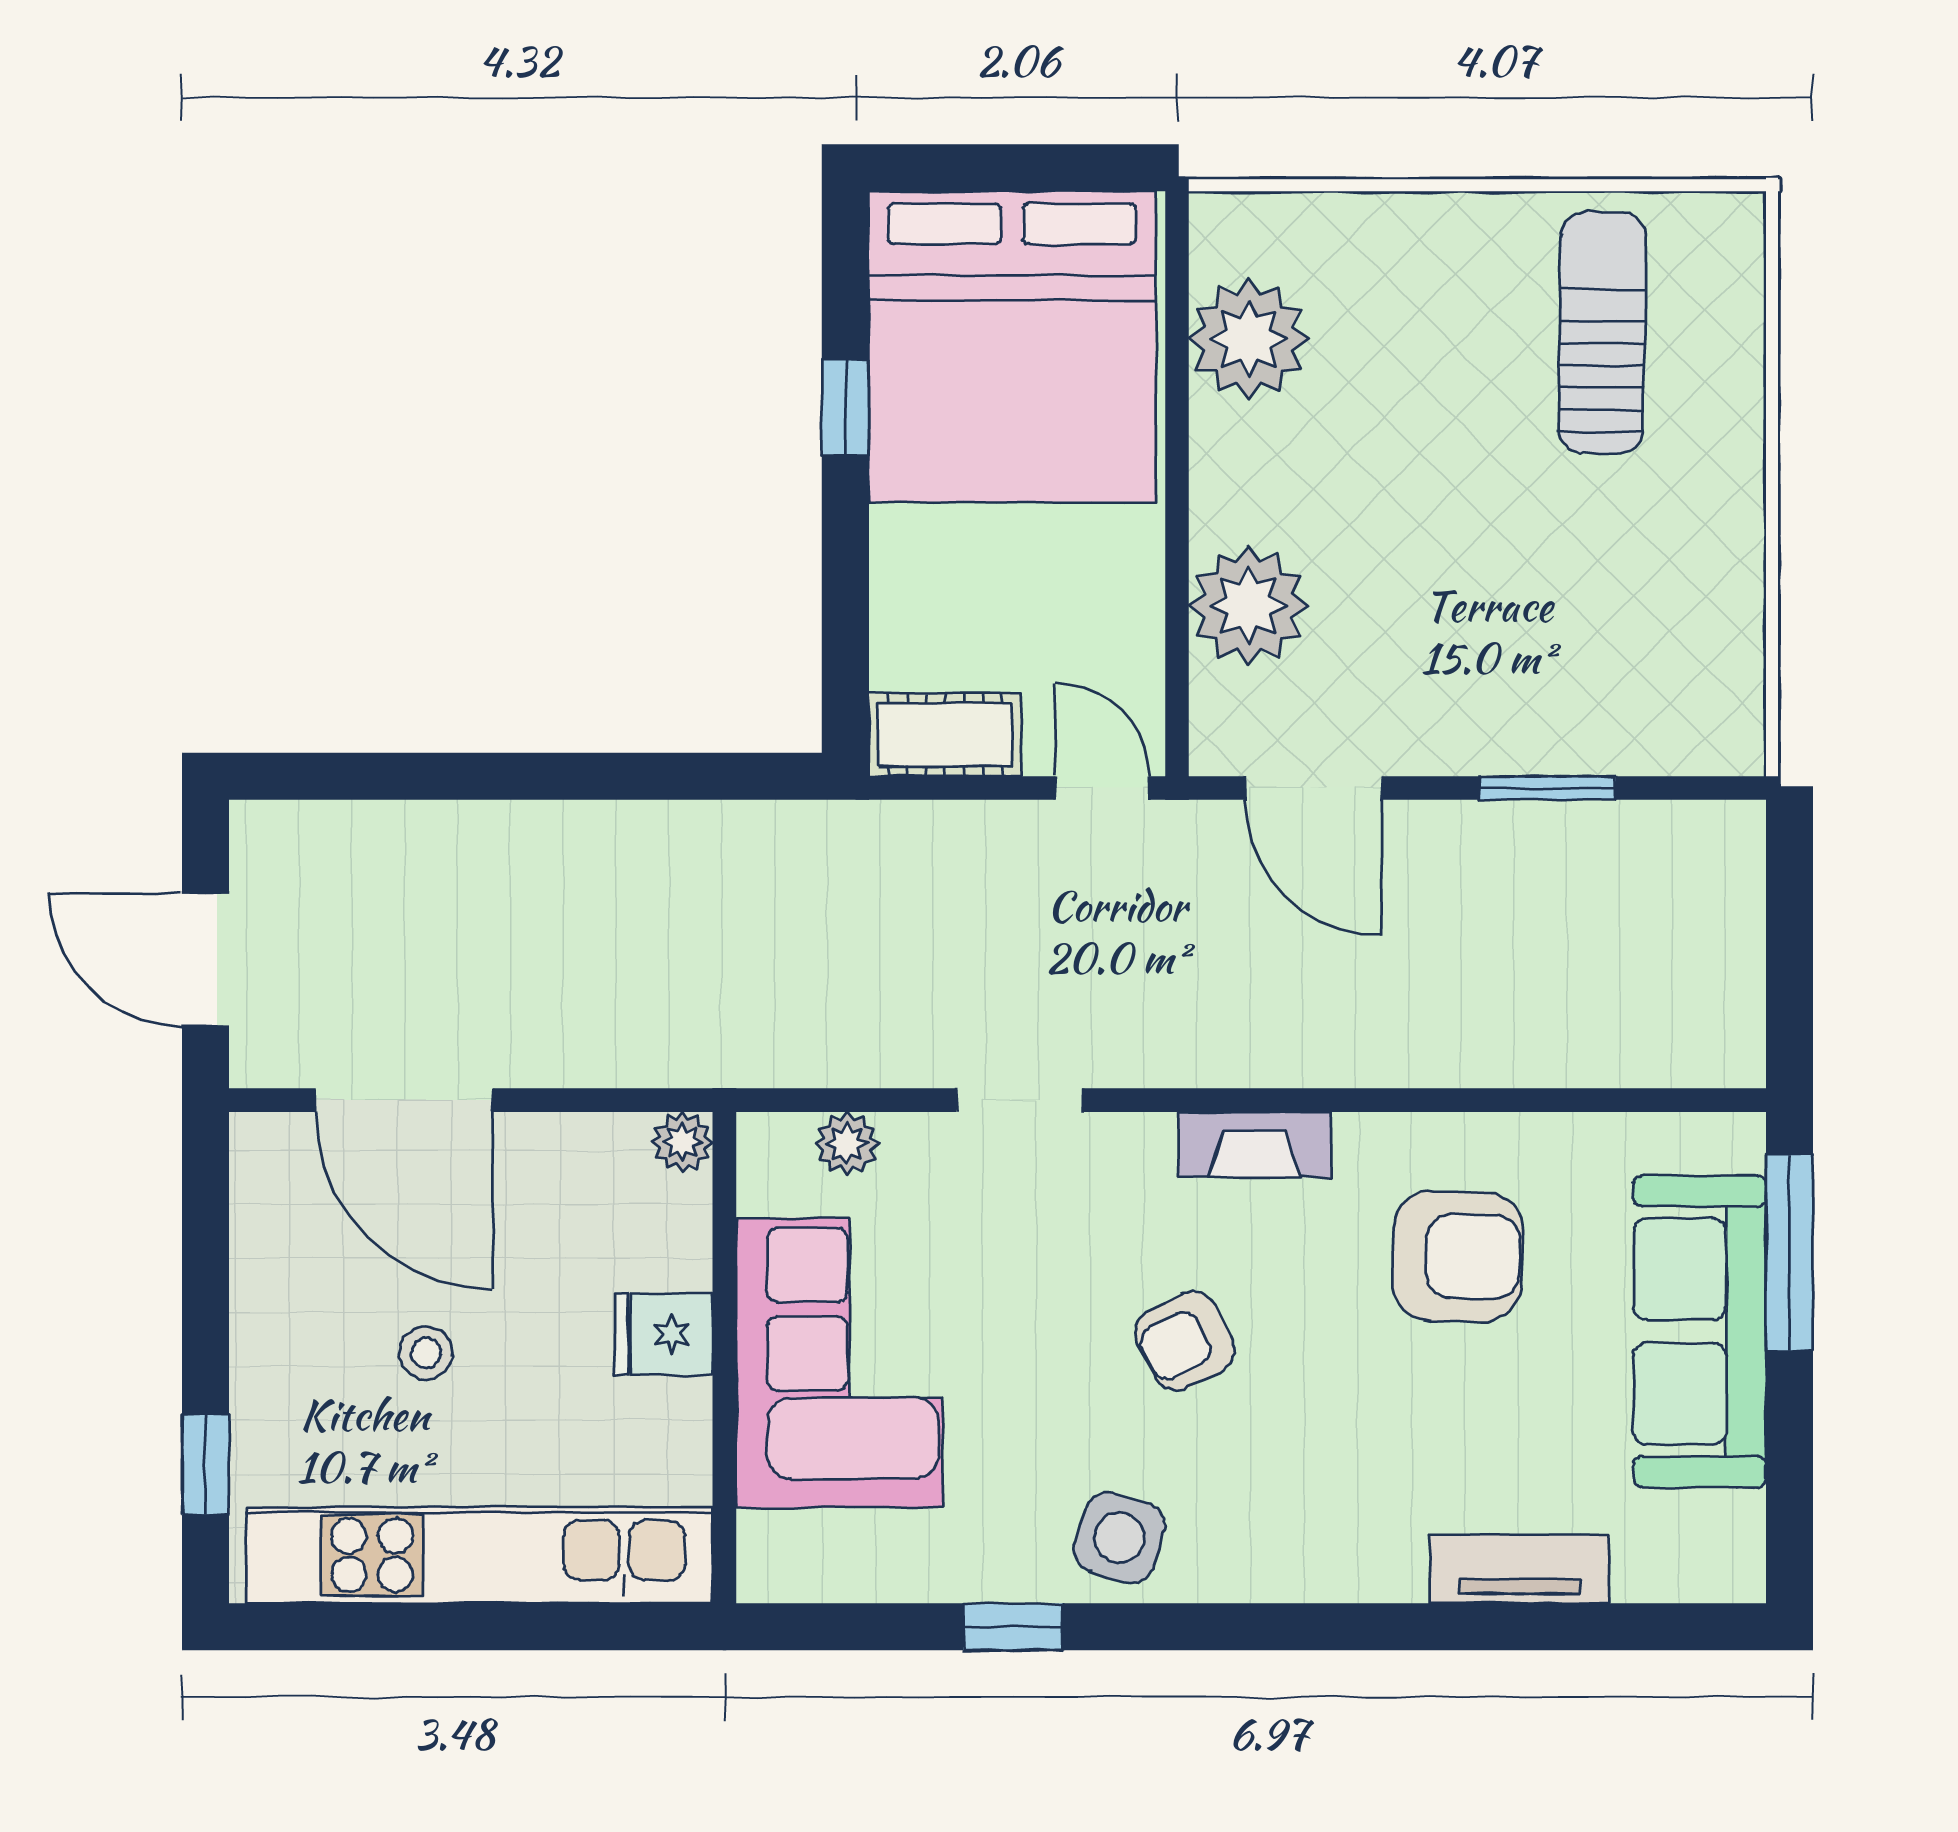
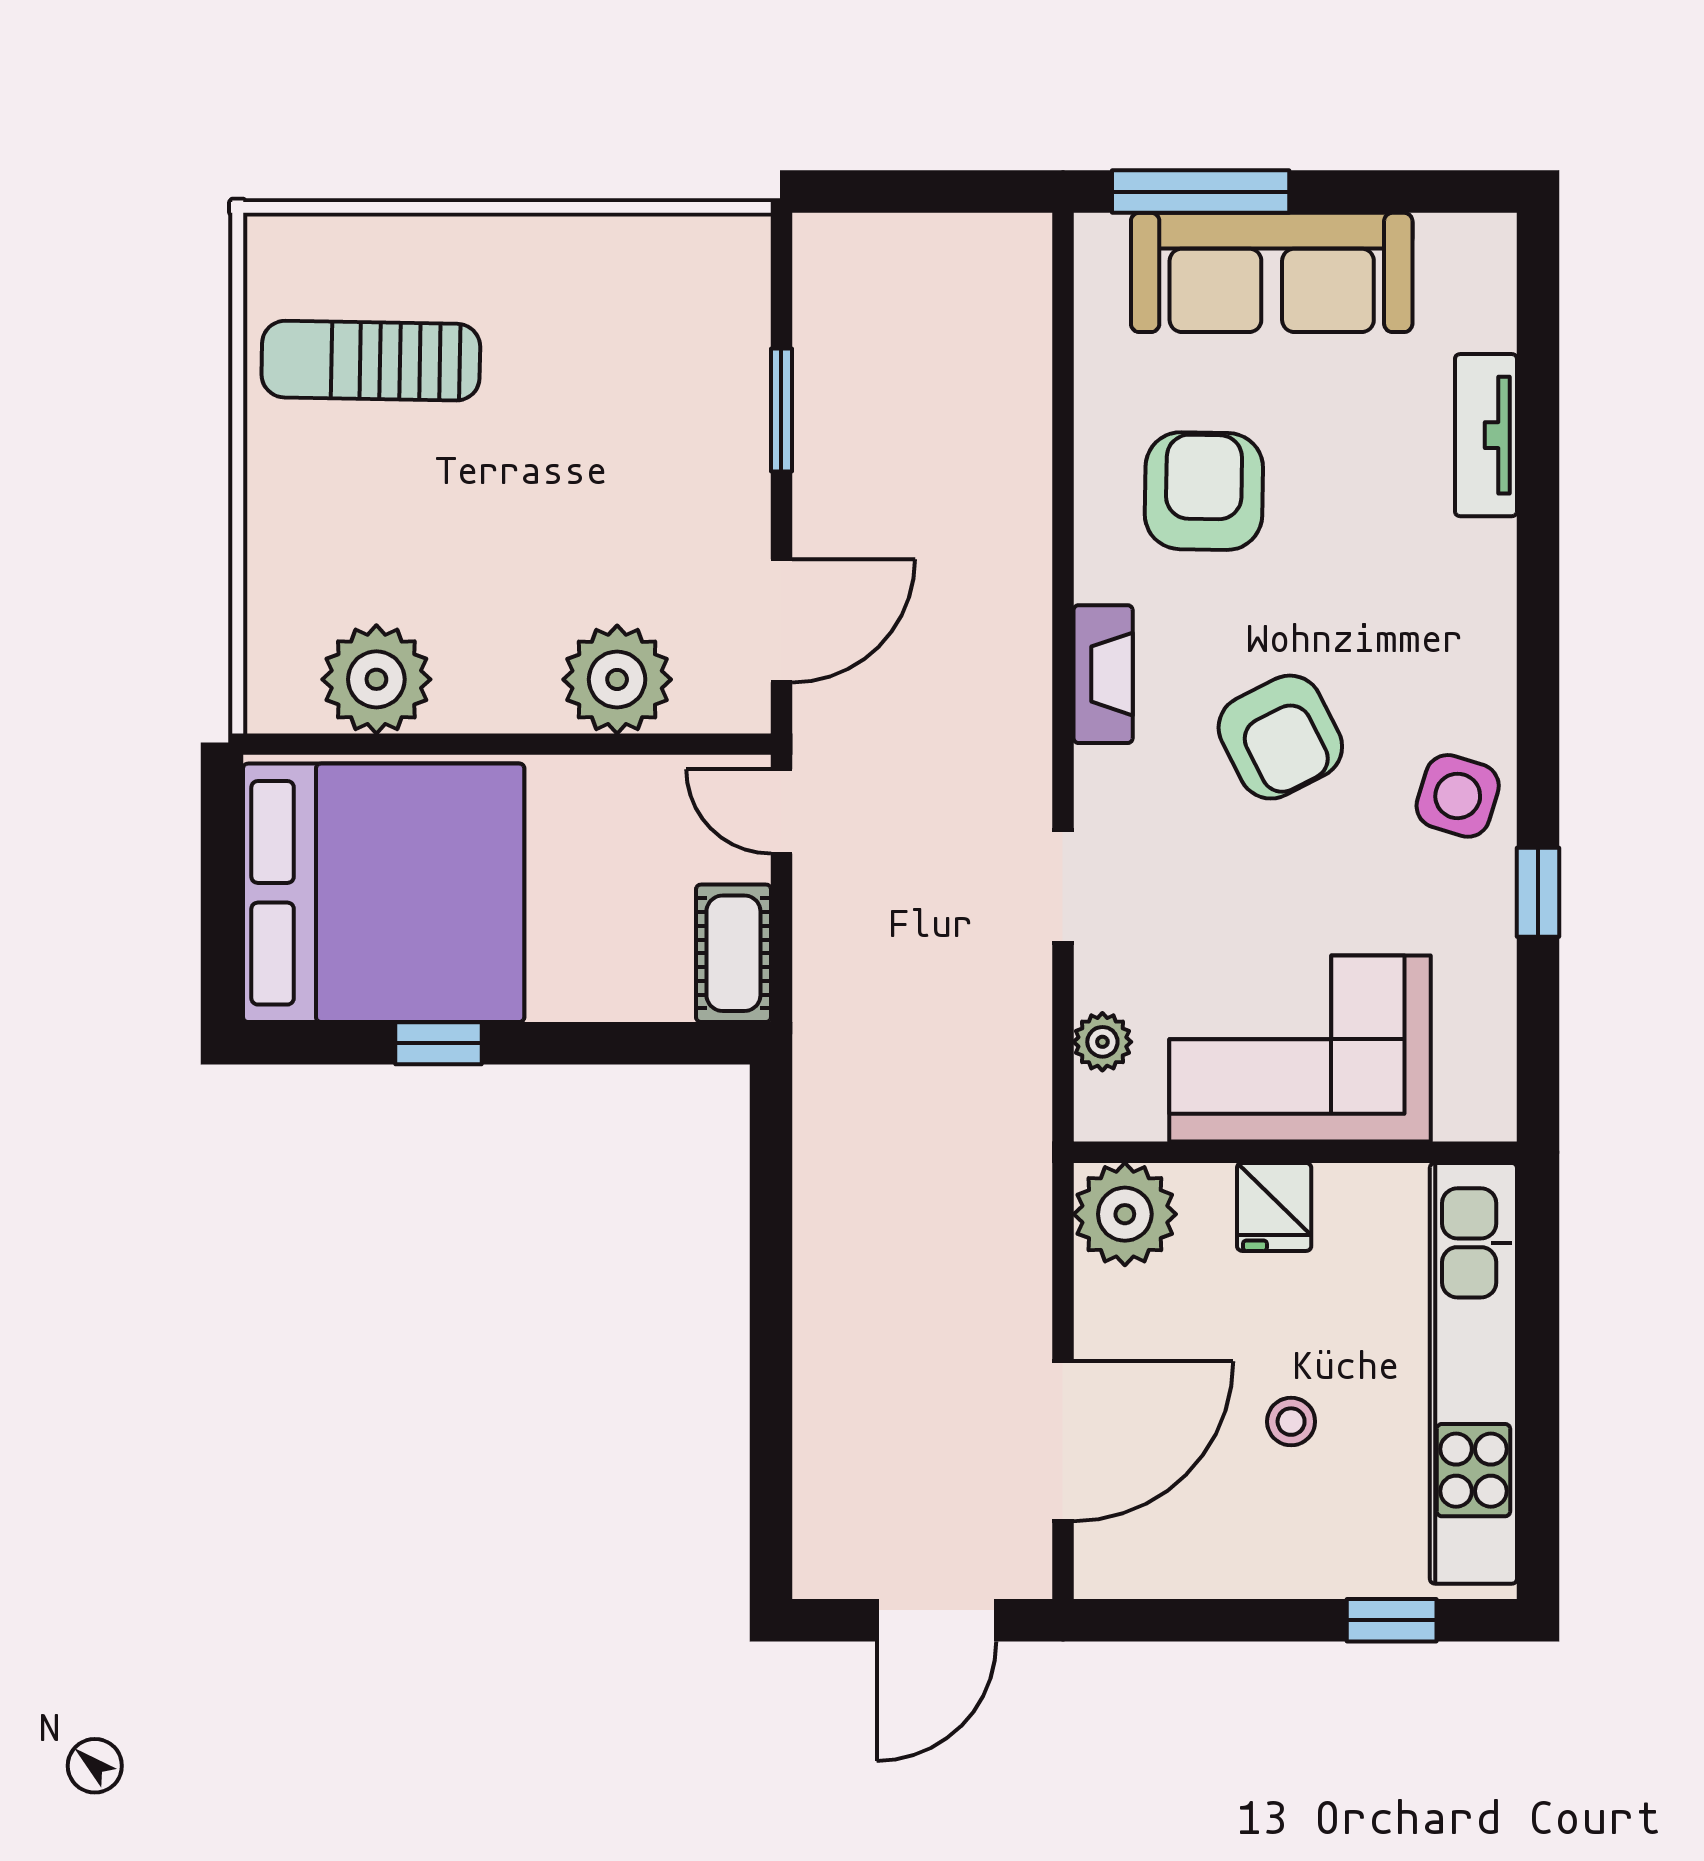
door: (1102, 788) -> (781, 811), hinge flipped
plant: (682, 1142) -> (1125, 1214), width x1.87, depth x1.87
armchair: (1185, 1341) -> (1280, 737), width x1.38, depth x1.38

